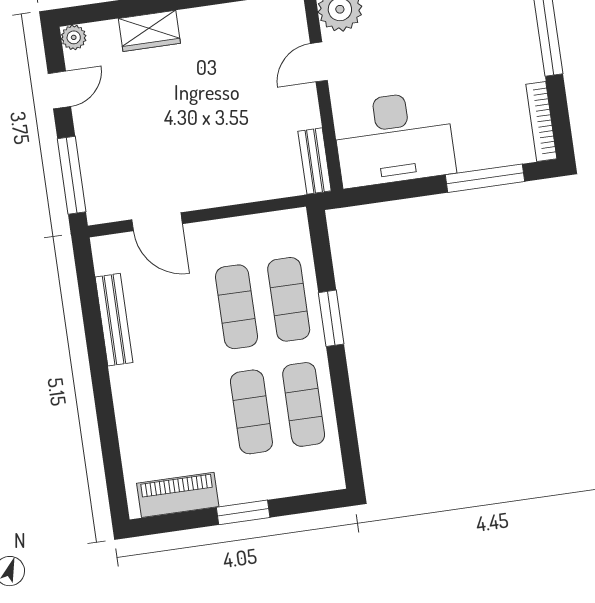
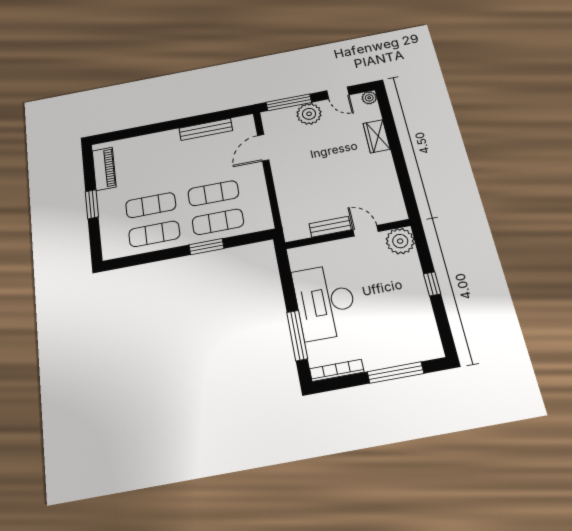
desk: (394, 139) -> (325, 302), moved
plant: (97, 141) -> (309, 114), added
bench: (315, 161) -> (330, 227), moved

